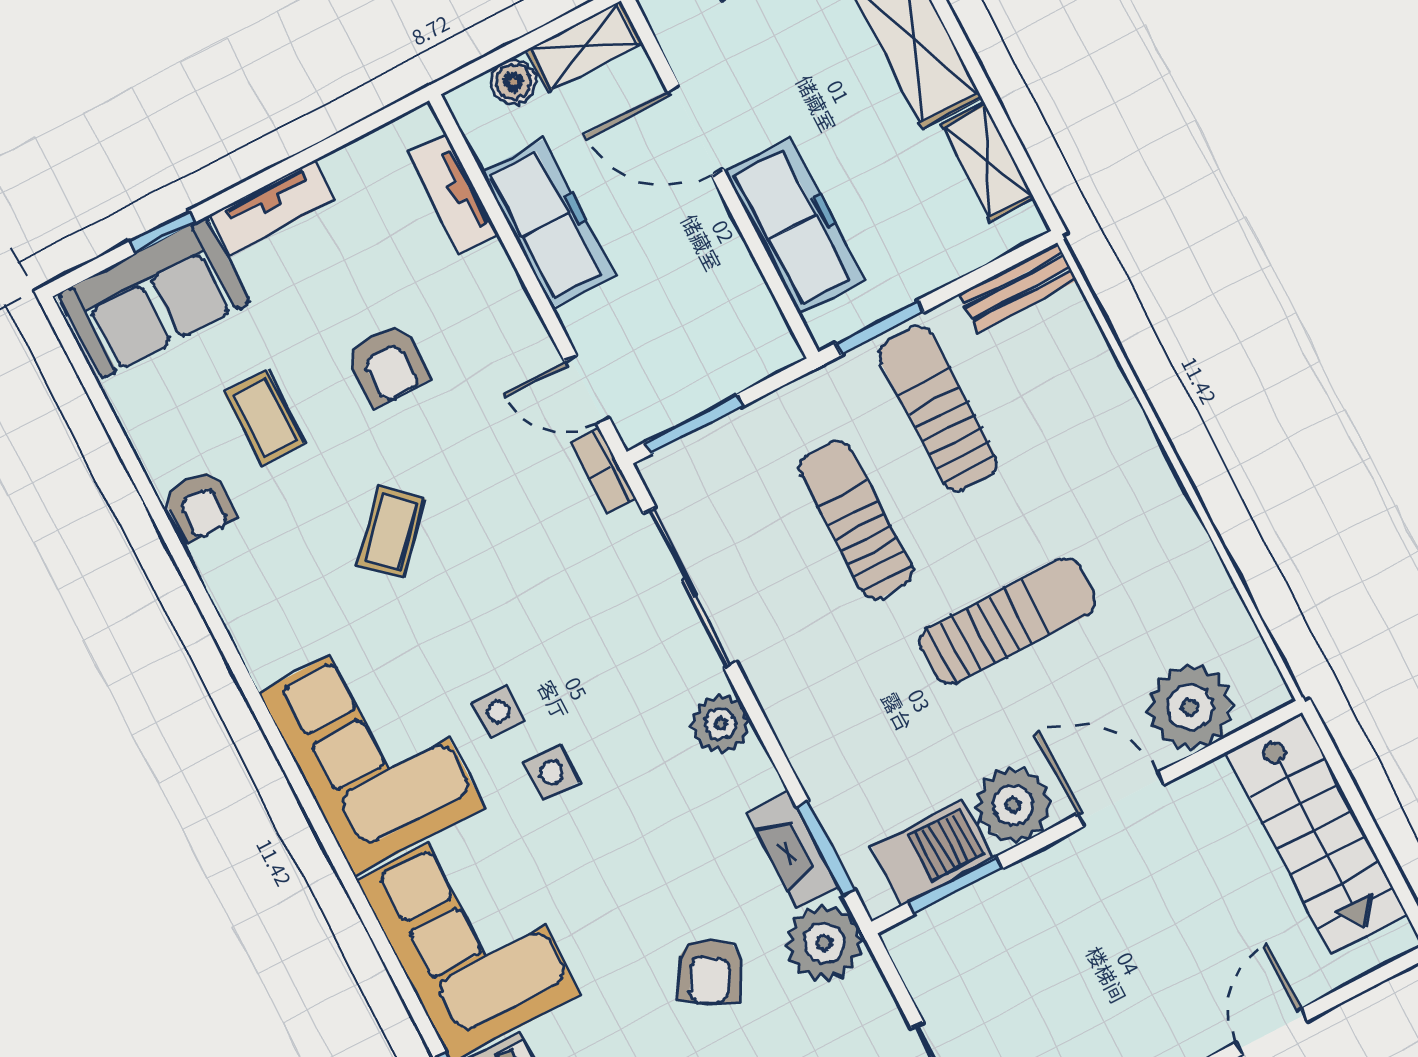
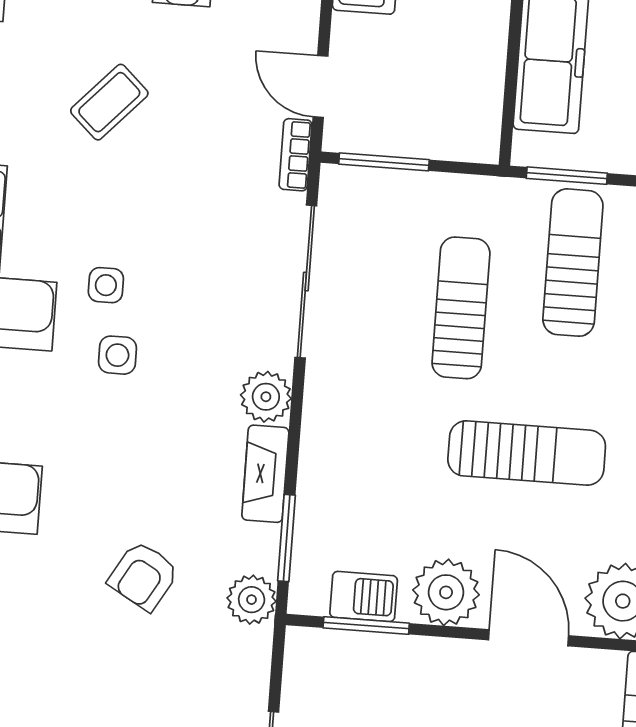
fireplace: (793, 850) -> (265, 474), moved
barbecue: (932, 852) -> (364, 596), width x0.73, depth x0.79
plant: (824, 943) -> (252, 600), width x0.73, depth x0.73

